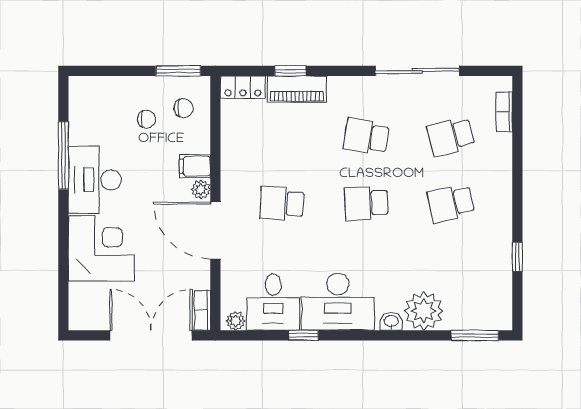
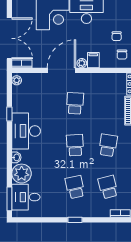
window: (517, 257) -> (75, 220), moved
desk: (273, 302) -> (26, 197), moved

